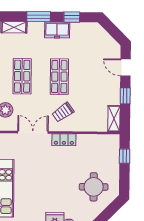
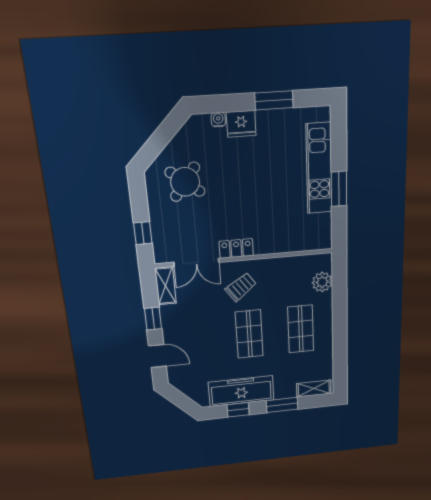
freezer: (57, 30) -> (241, 391), width x1.91, depth x1.26
double door: (33, 132) -> (196, 262), moved
round table: (94, 187) -> (185, 182), turned 37

